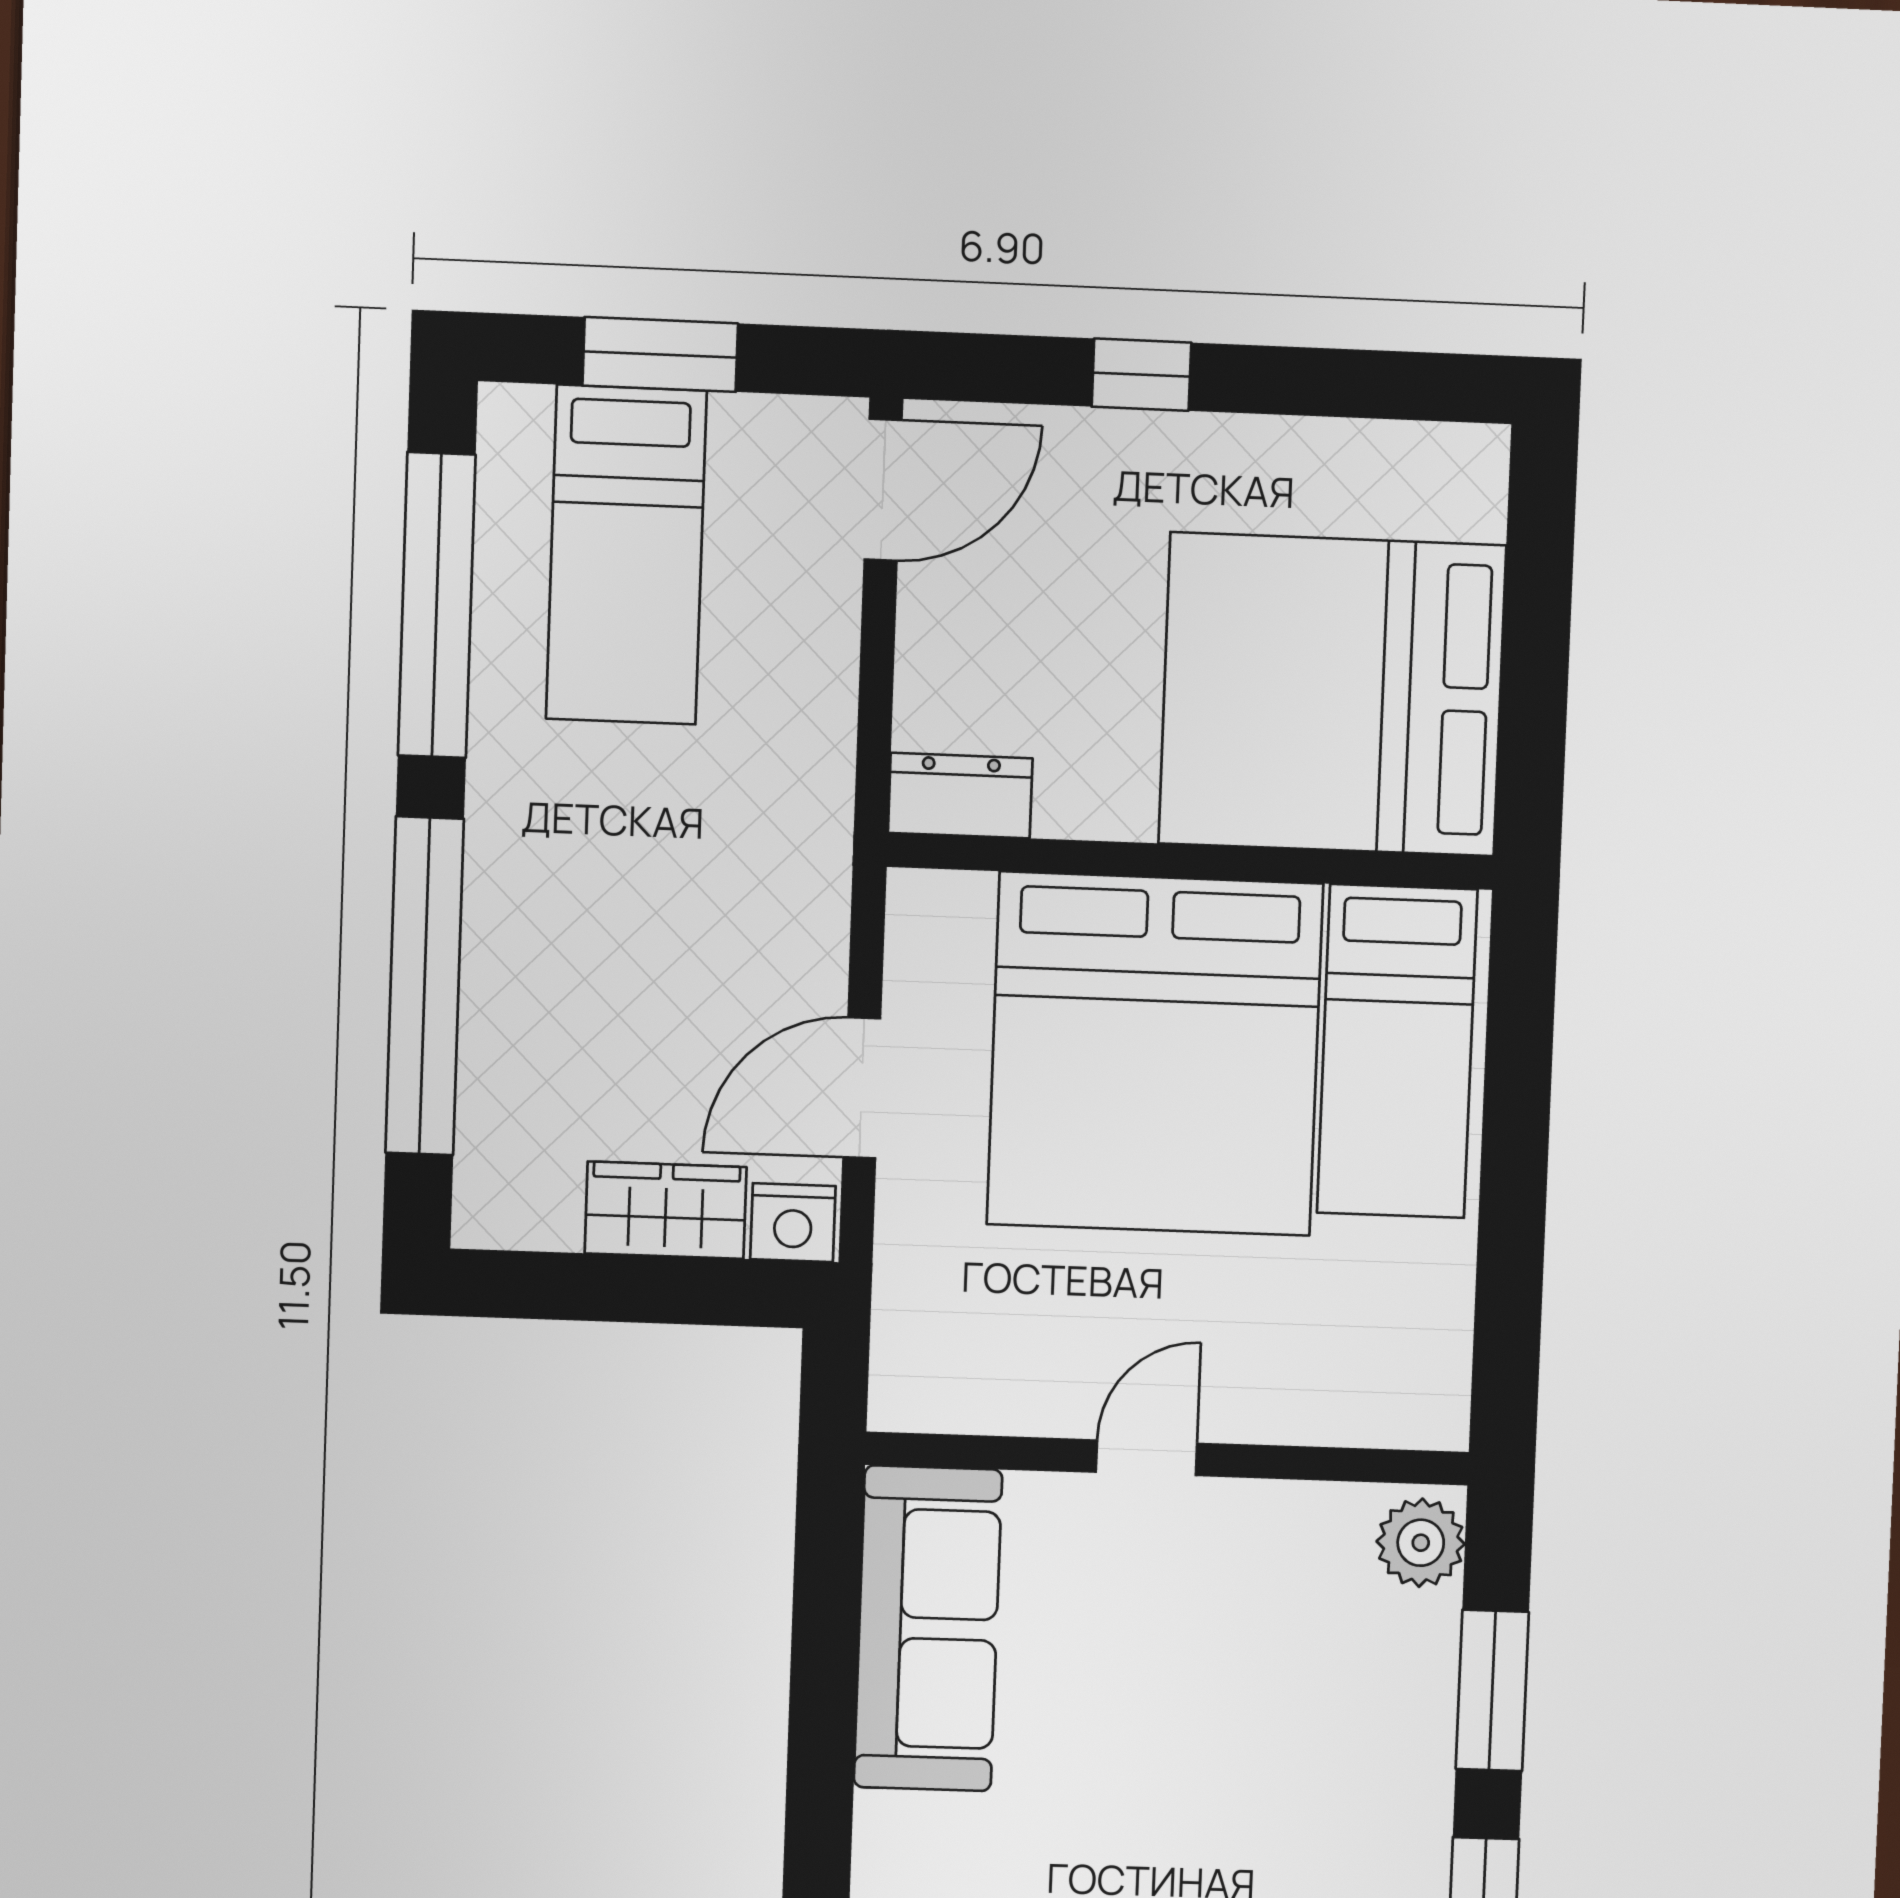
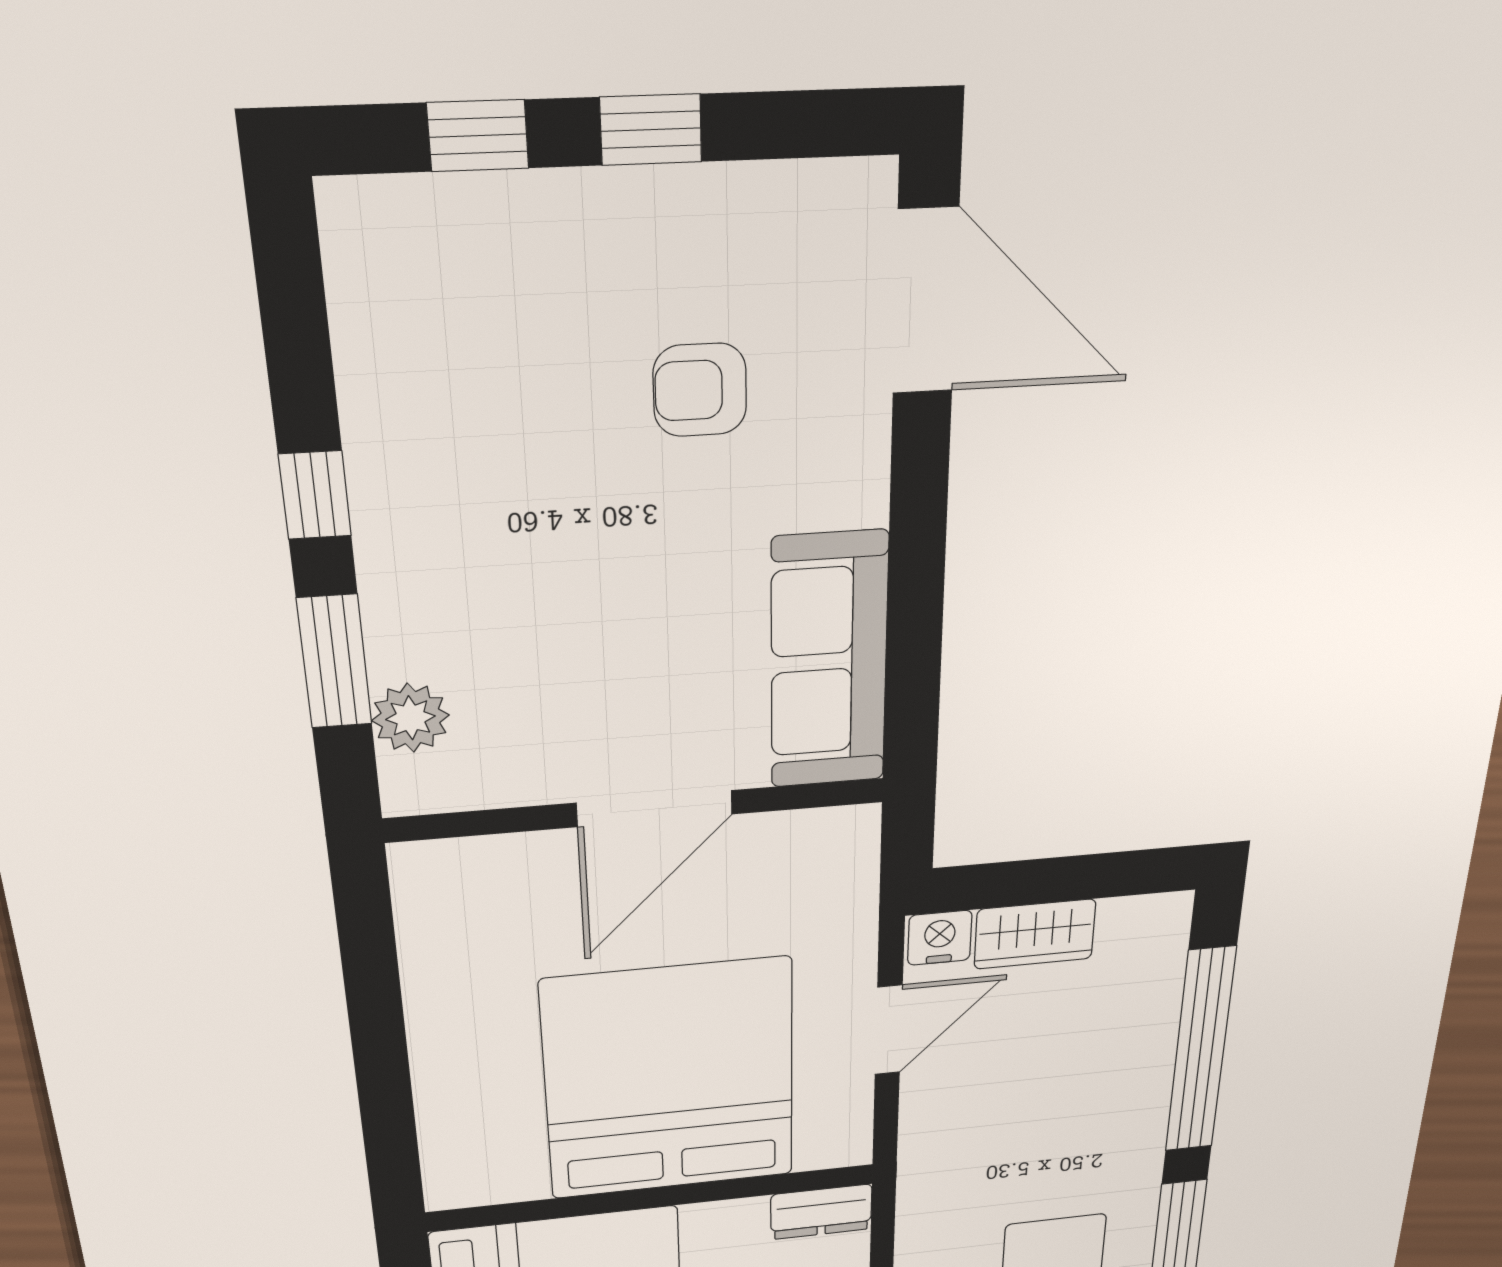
bed: (1397, 1051) -> (483, 1106), removed
door: (1146, 1458) -> (655, 809), width x1.87
plant: (1421, 1543) -> (410, 718), moved

